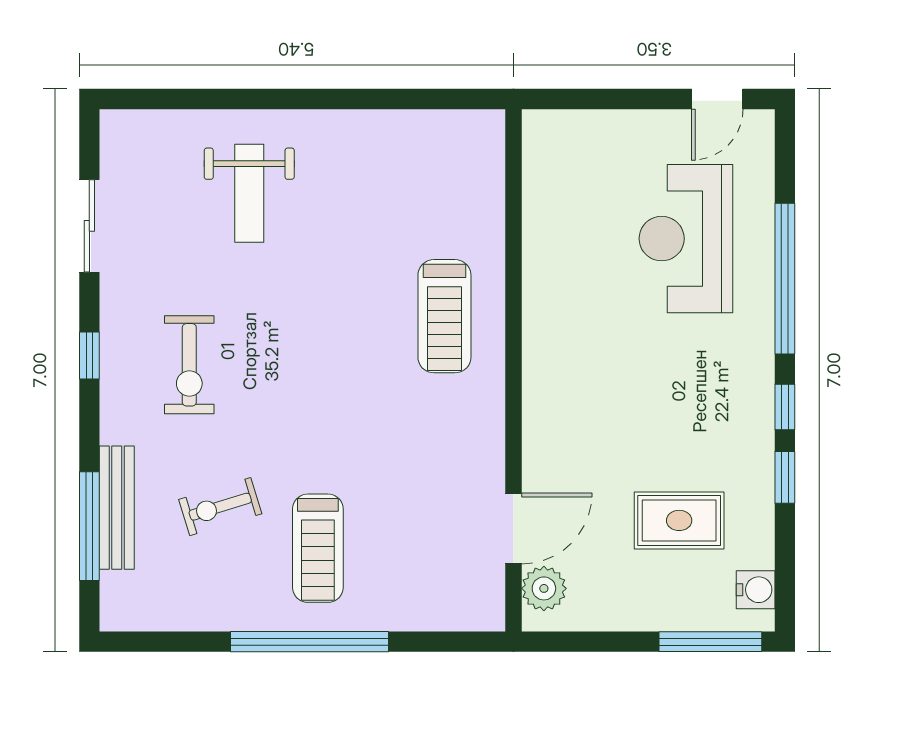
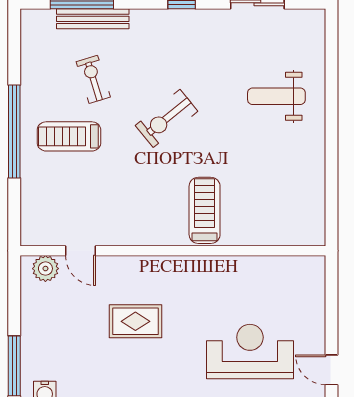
treadmill: (444, 316) -> (205, 210), turned 90
exercise bike: (189, 365) -> (167, 118), moved, turned -39
rug: (679, 520) -> (135, 321), moved, turned 90
door: (513, 529) -> (80, 251), width x0.73

